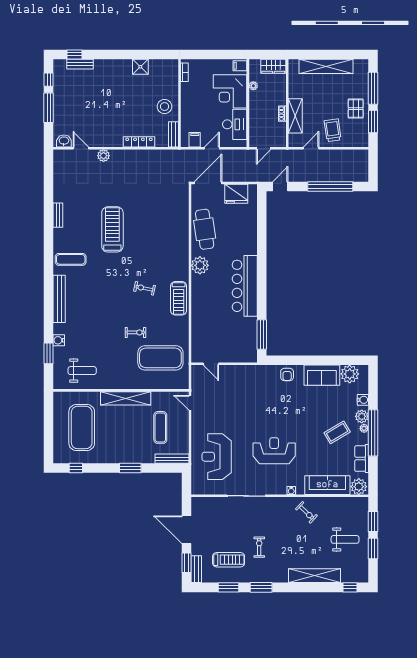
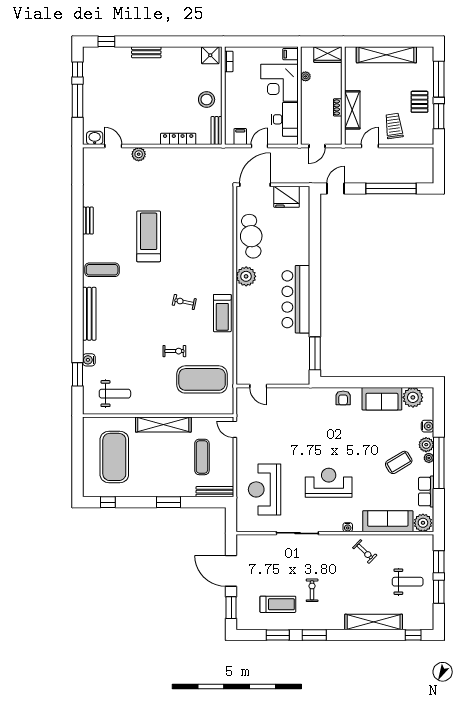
bench: (80, 64) -> (146, 52), moved
shower: (140, 67) -> (210, 55), moved
bench: (196, 569) -> (242, 615), removed

